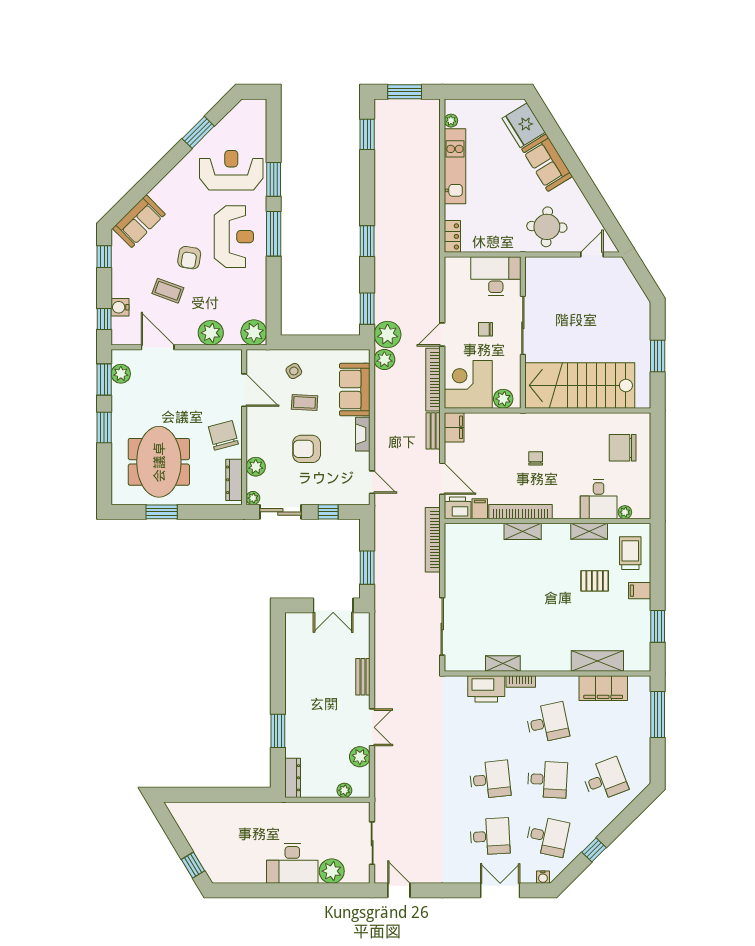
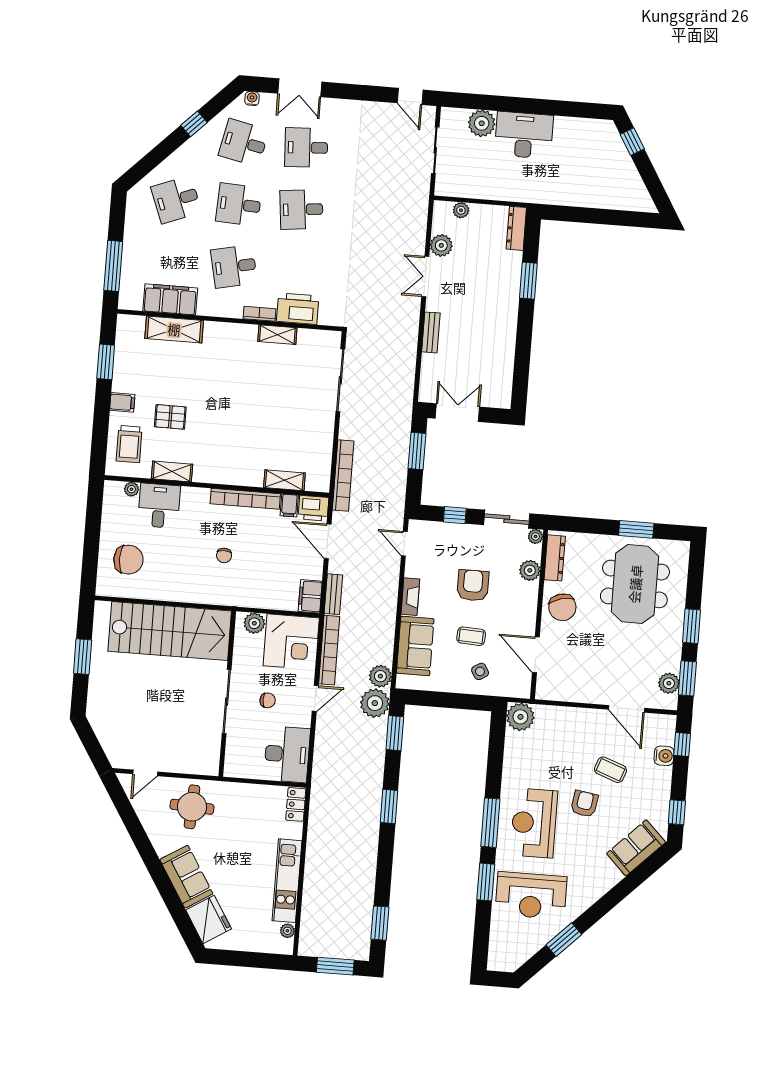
desk: (496, 276) -> (287, 754), moved, turned -90
plant: (211, 333) -> (567, 720), removed
armchair: (307, 449) -> (473, 585), turned -90
shelving: (523, 531) -> (284, 480), moved

